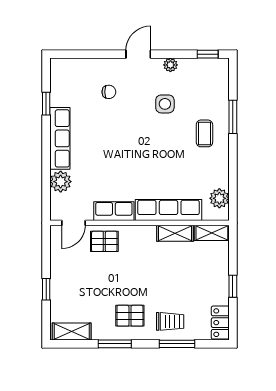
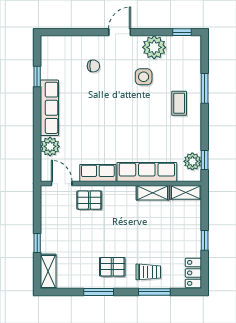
plant: (170, 65) -> (154, 47), width x1.88, depth x1.88
window: (233, 197) -> (205, 160), added
door: (74, 223) -> (62, 184), swing flipped
shelving: (72, 332) -> (48, 271), moved, turned 90

